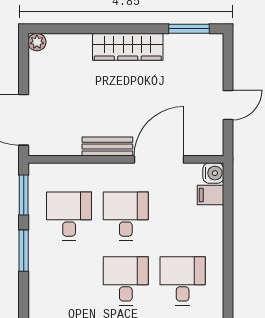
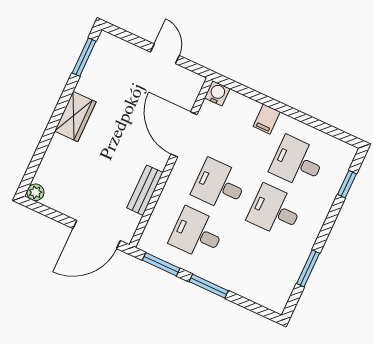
wardrobe: (128, 47) -> (75, 117), width x0.67
bench: (107, 147) -> (145, 190), moved
filing cabinet: (210, 195) -> (267, 119), moved

